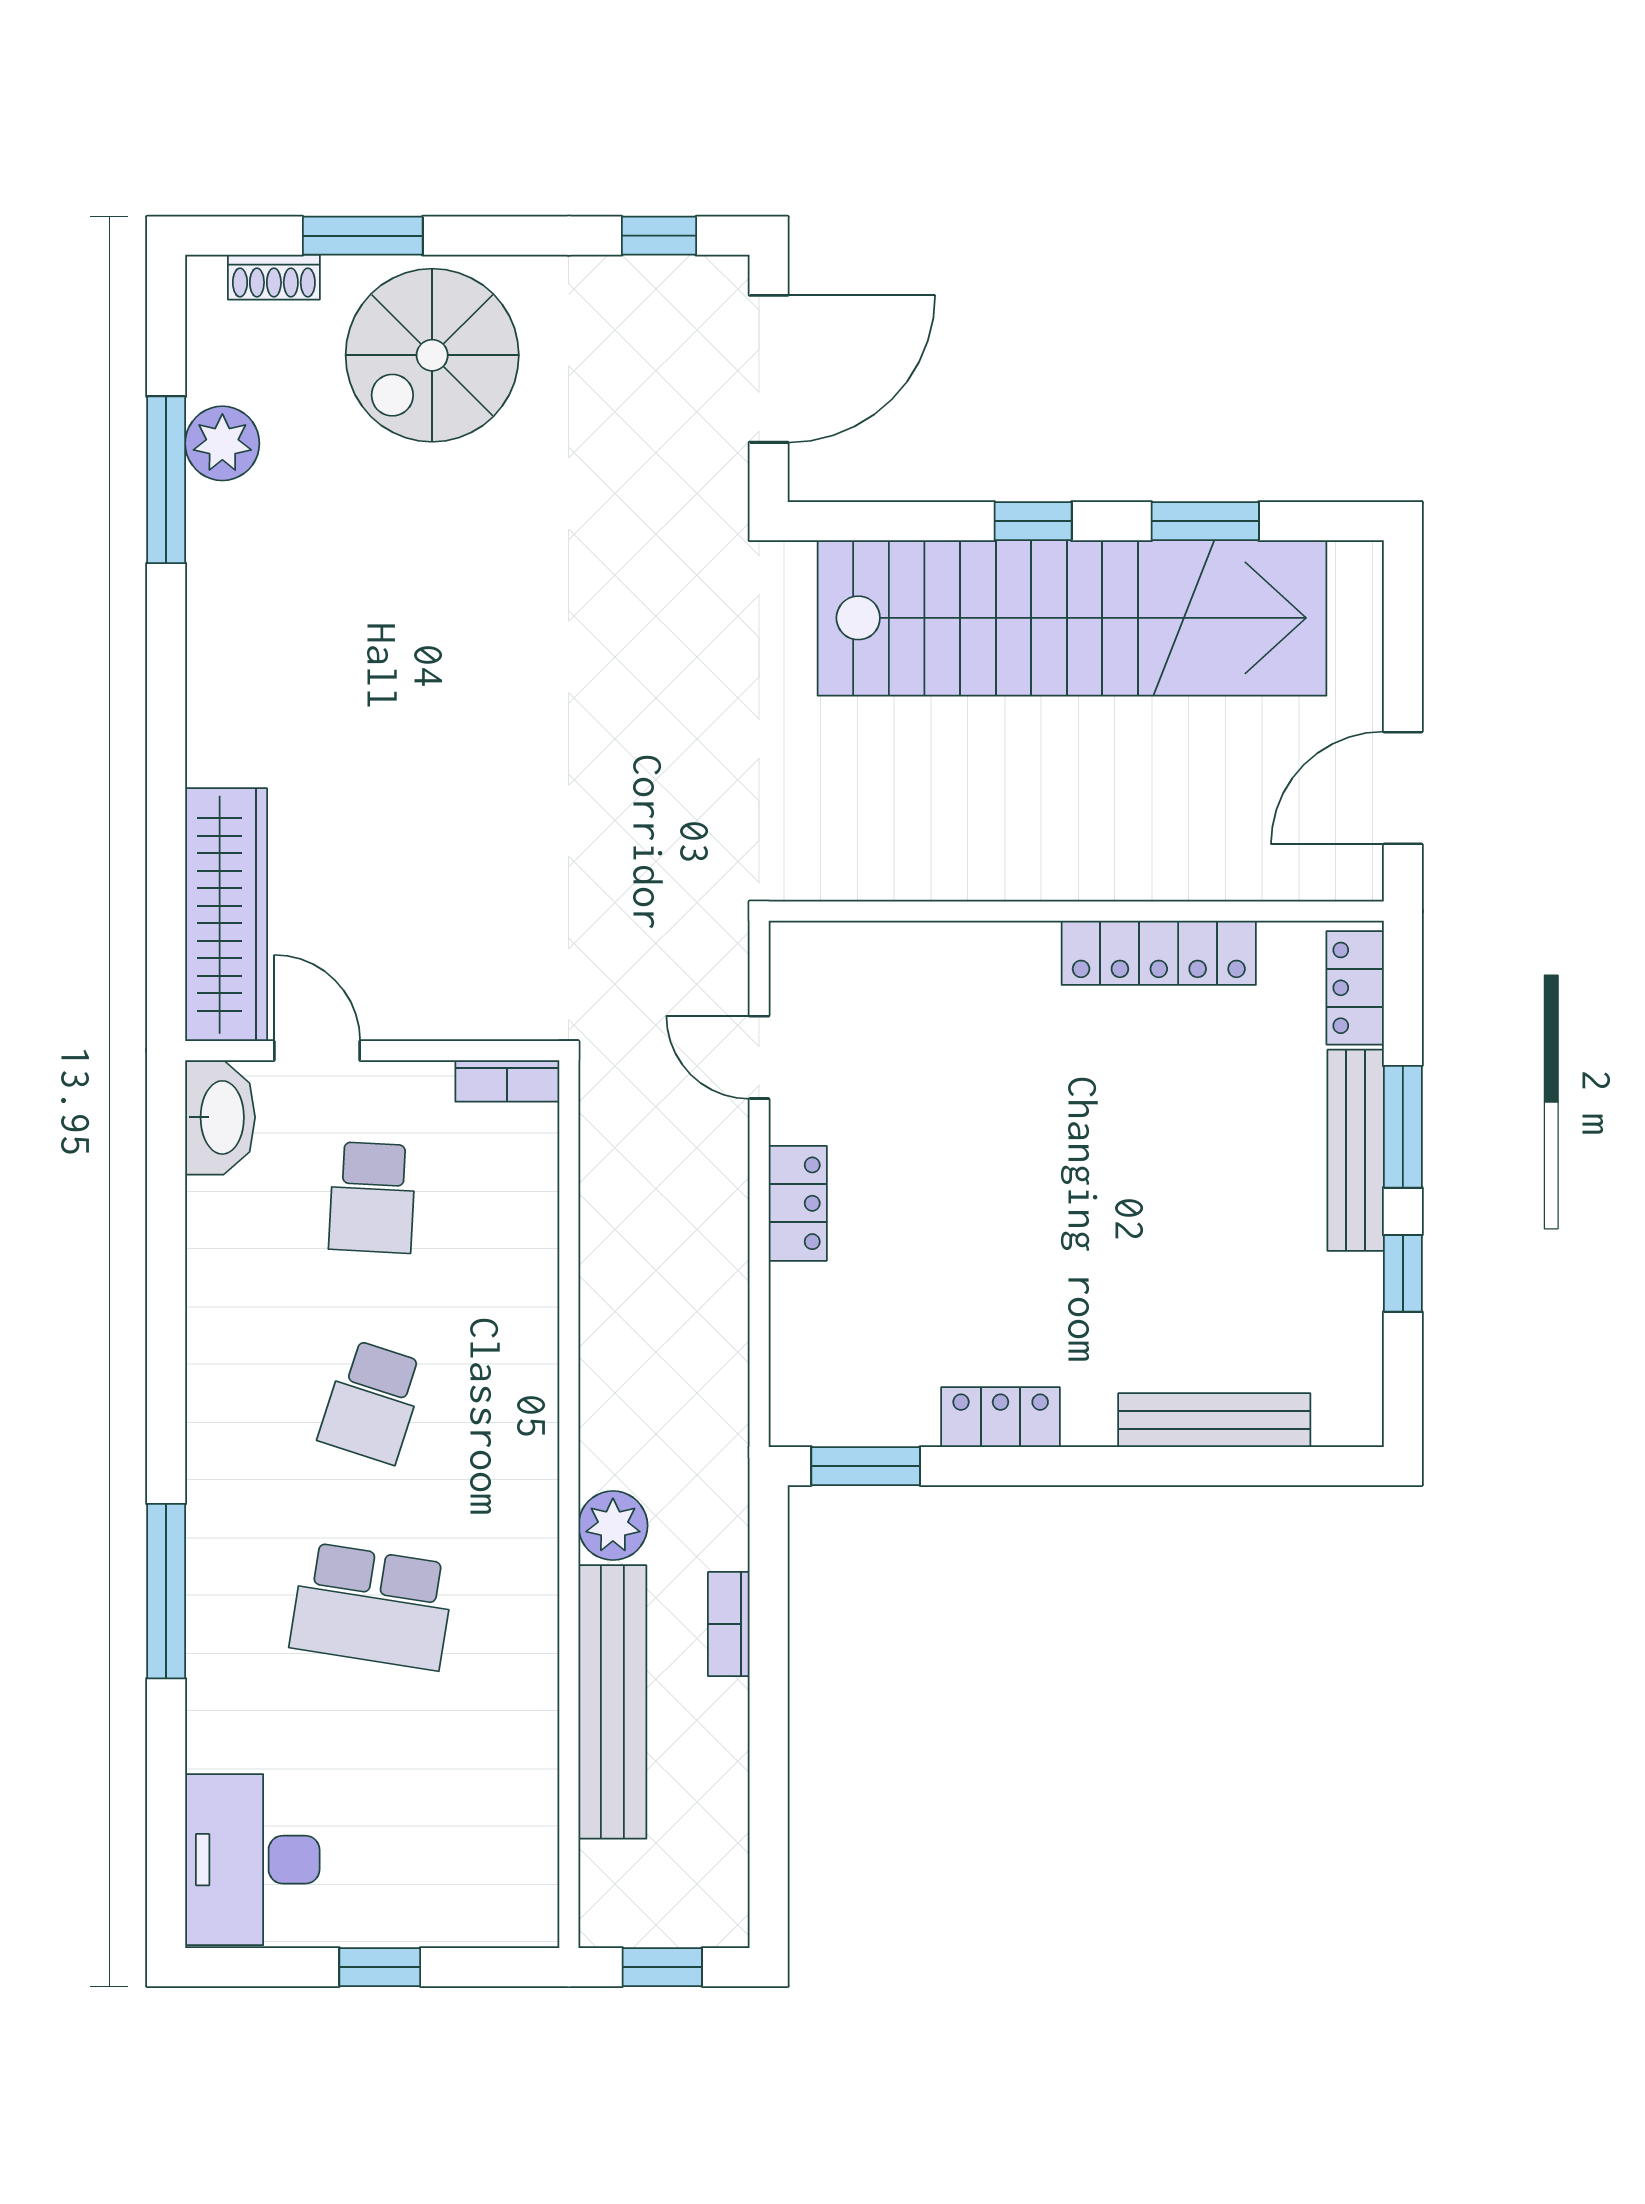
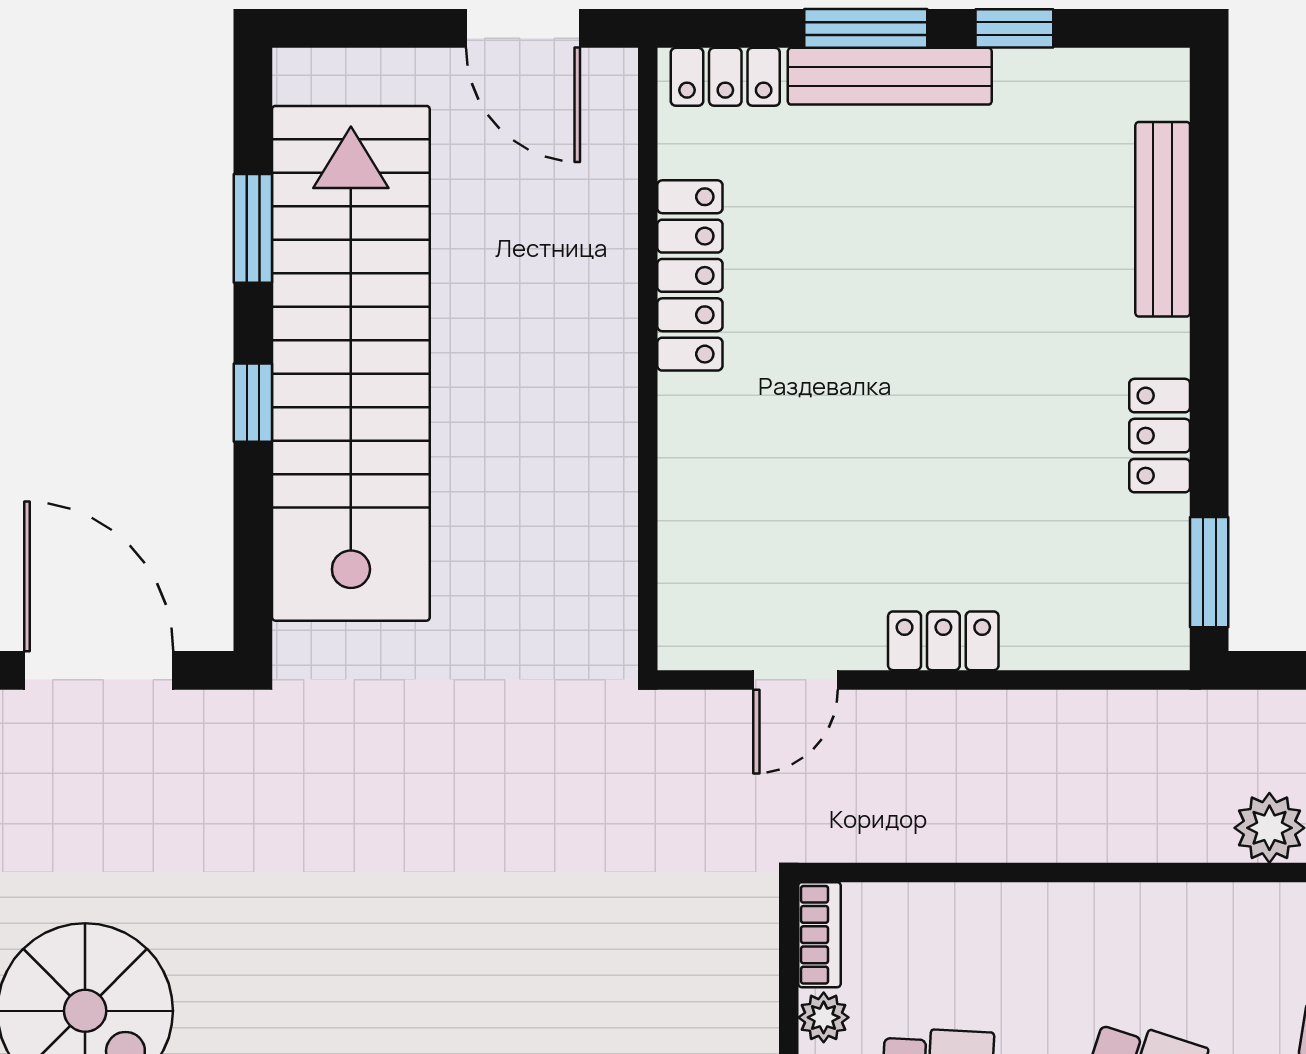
plant: (426, 1085) -> (824, 1017), added

